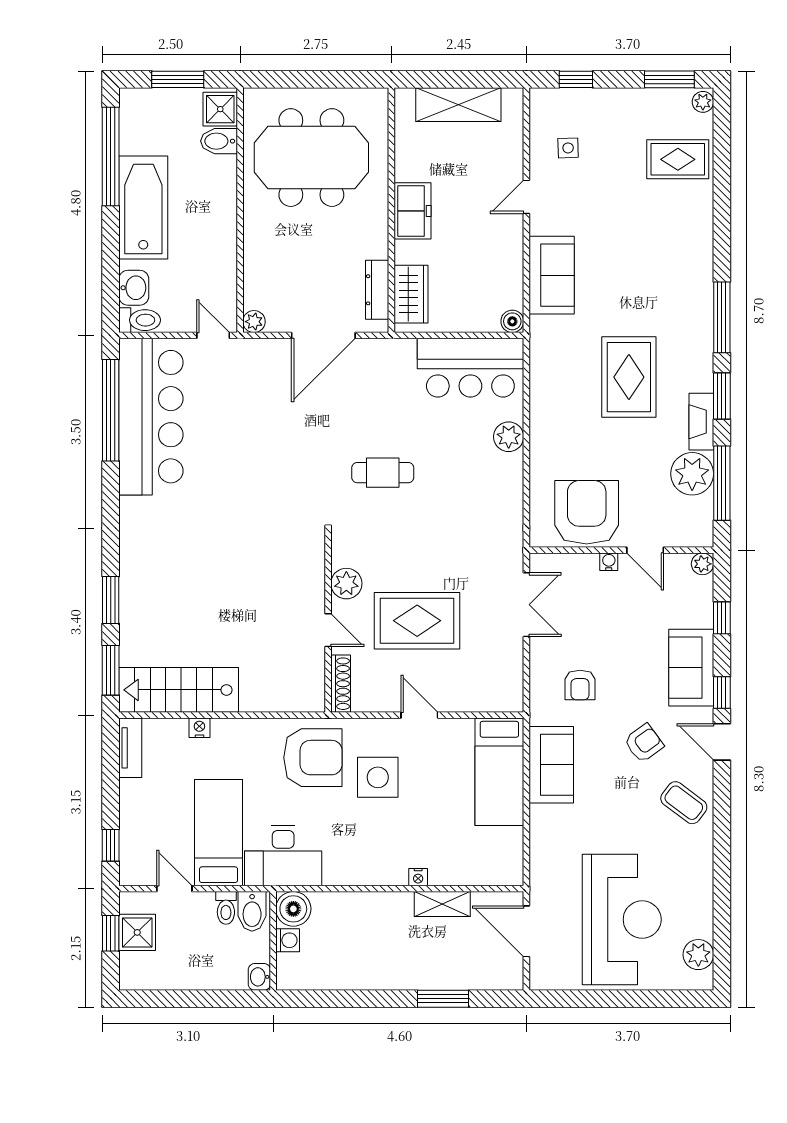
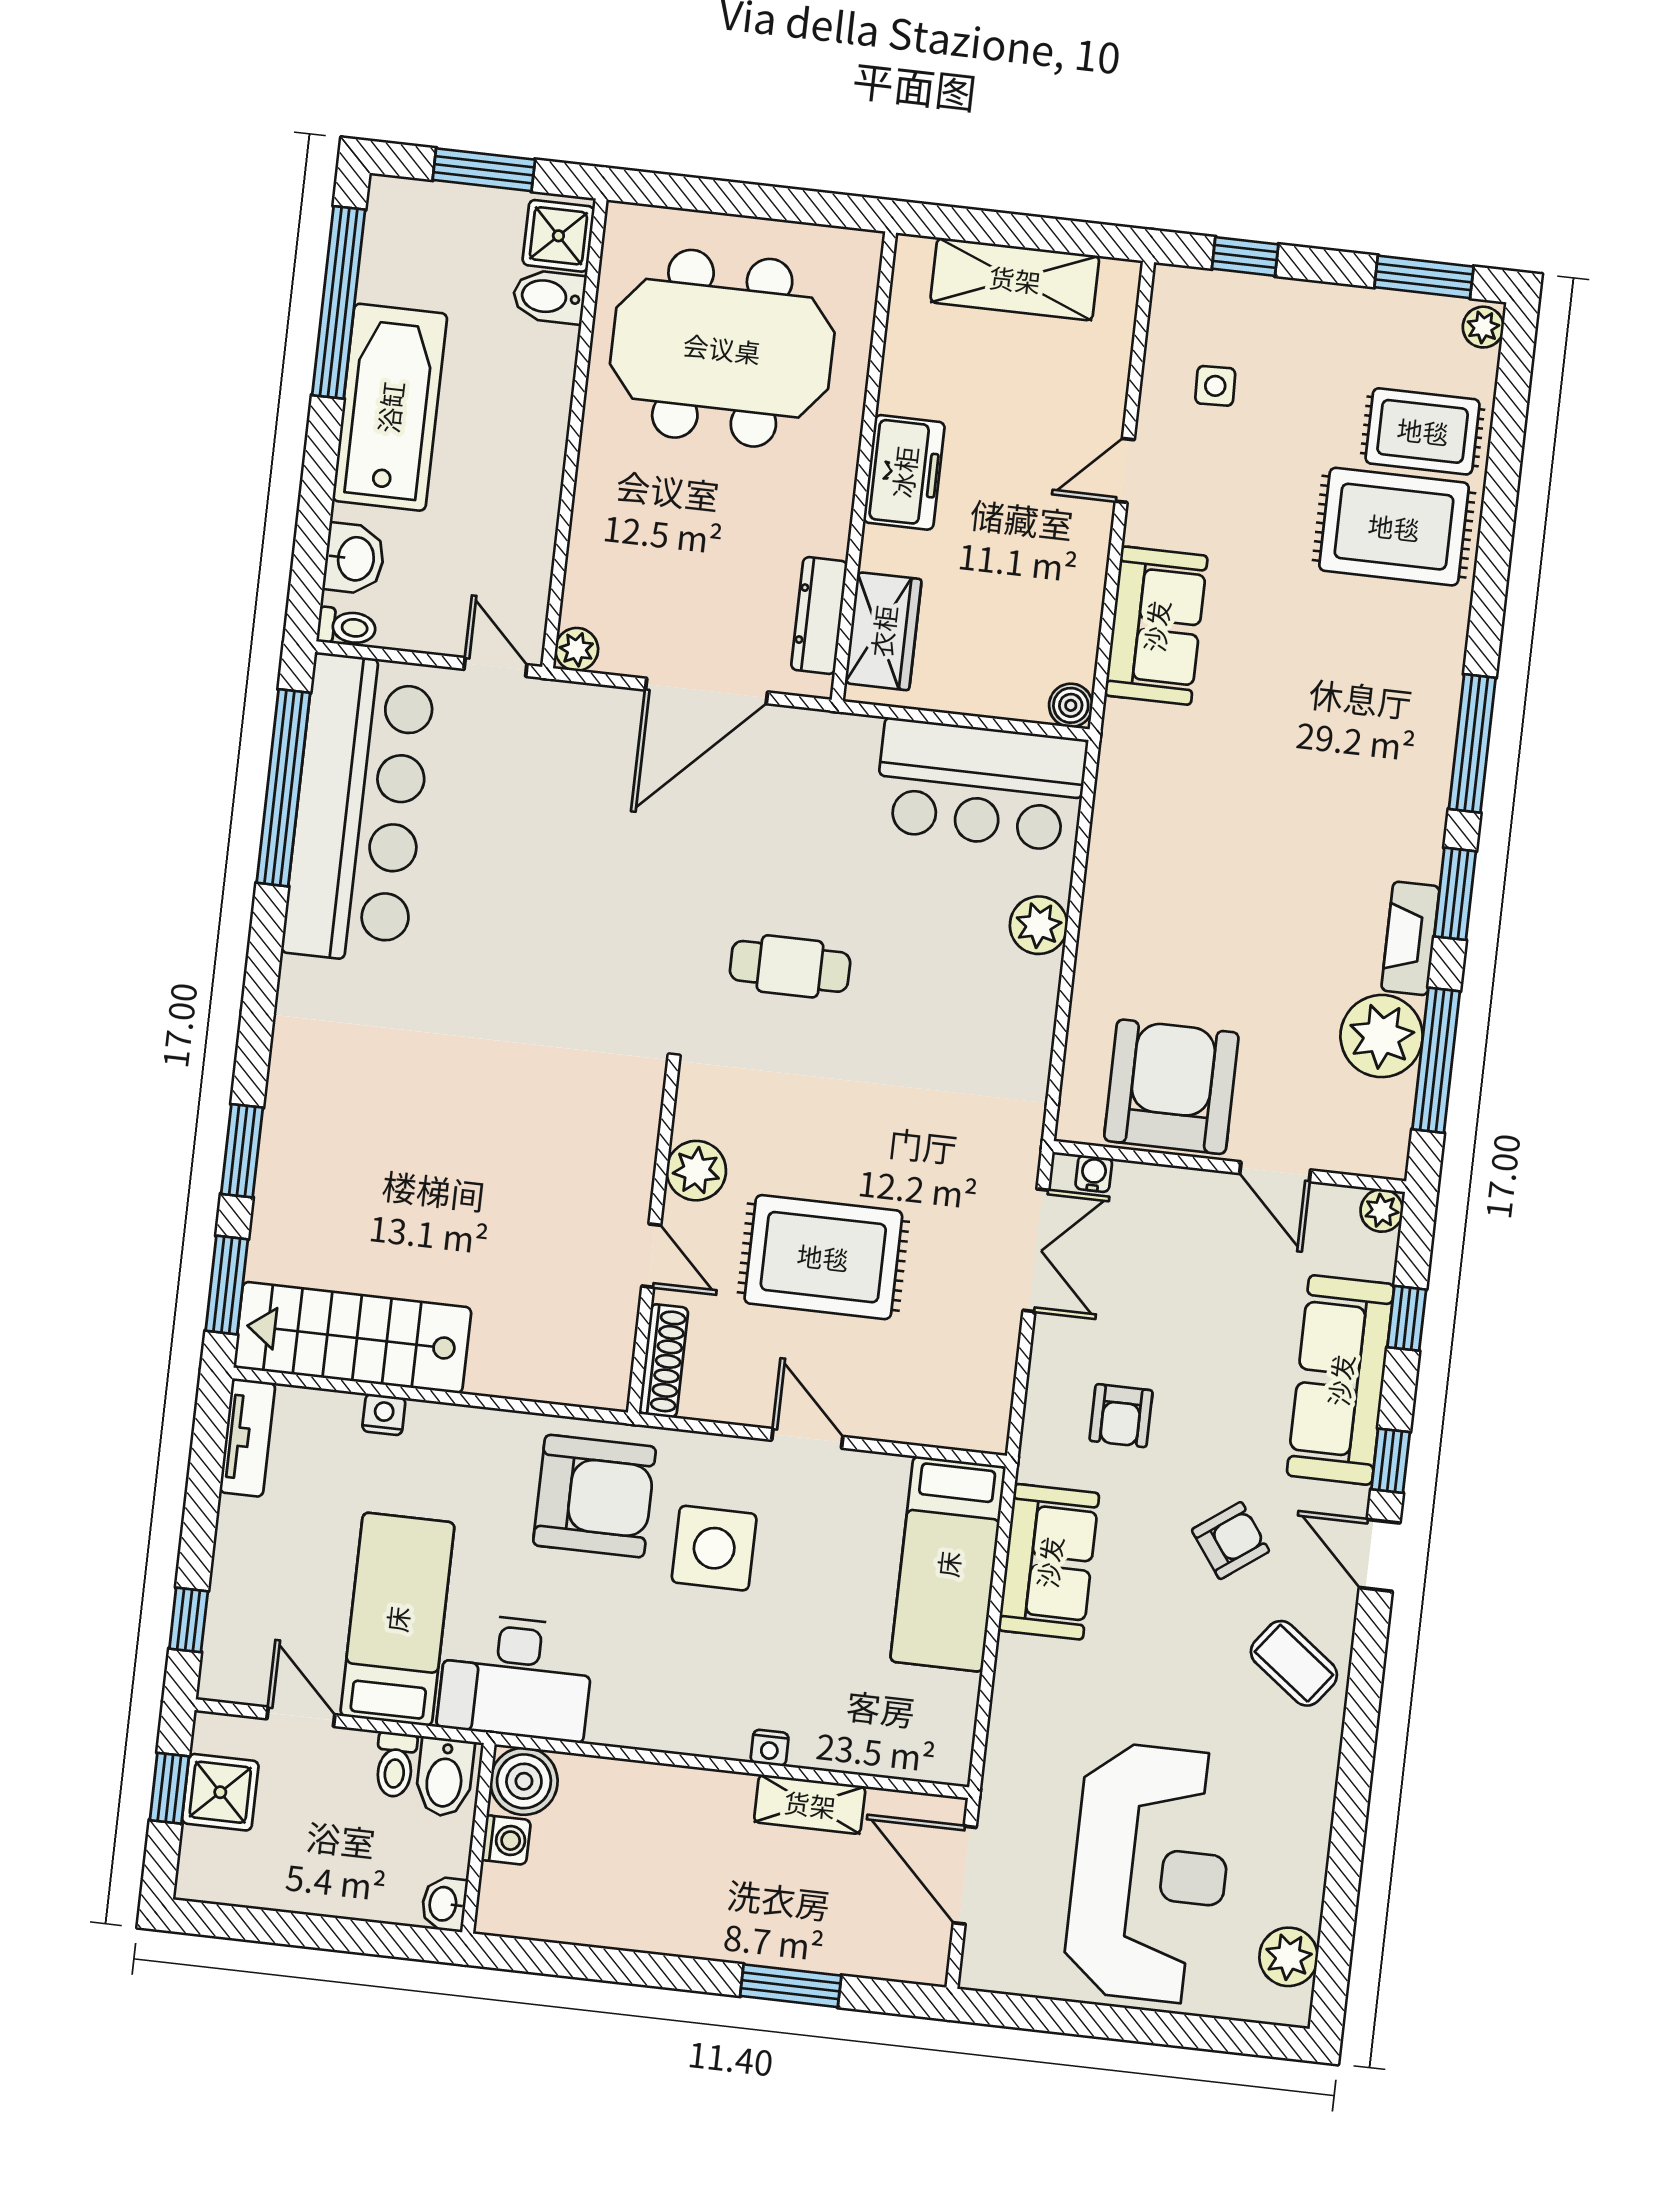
toilet: (140, 320) -> (347, 627), width x0.73, depth x0.72
rug: (629, 377) -> (1394, 527), moved, turned 90
water cooler: (609, 562) -> (1094, 1174), moved
sofa: (691, 668) -> (1340, 1380), width x1.36

